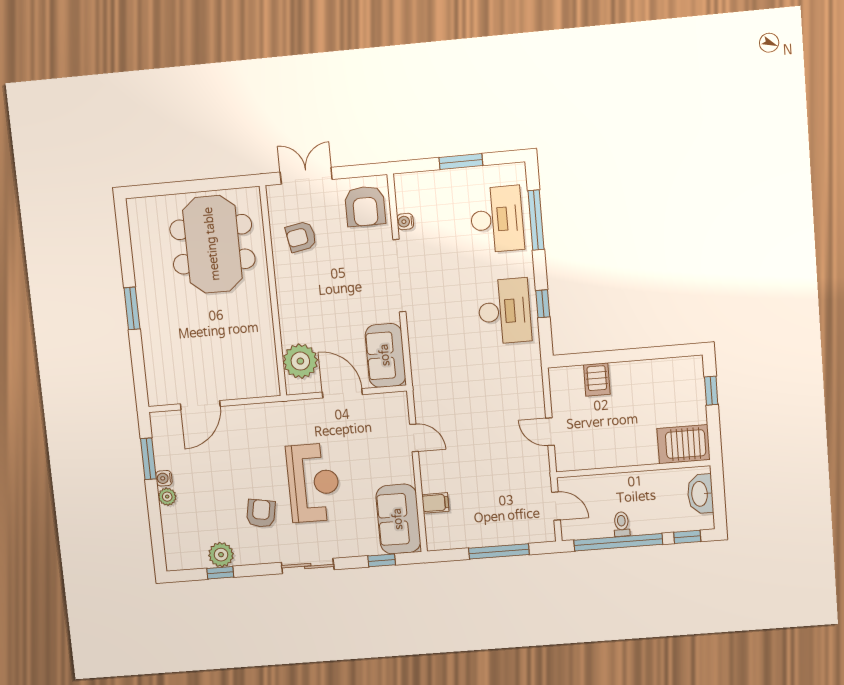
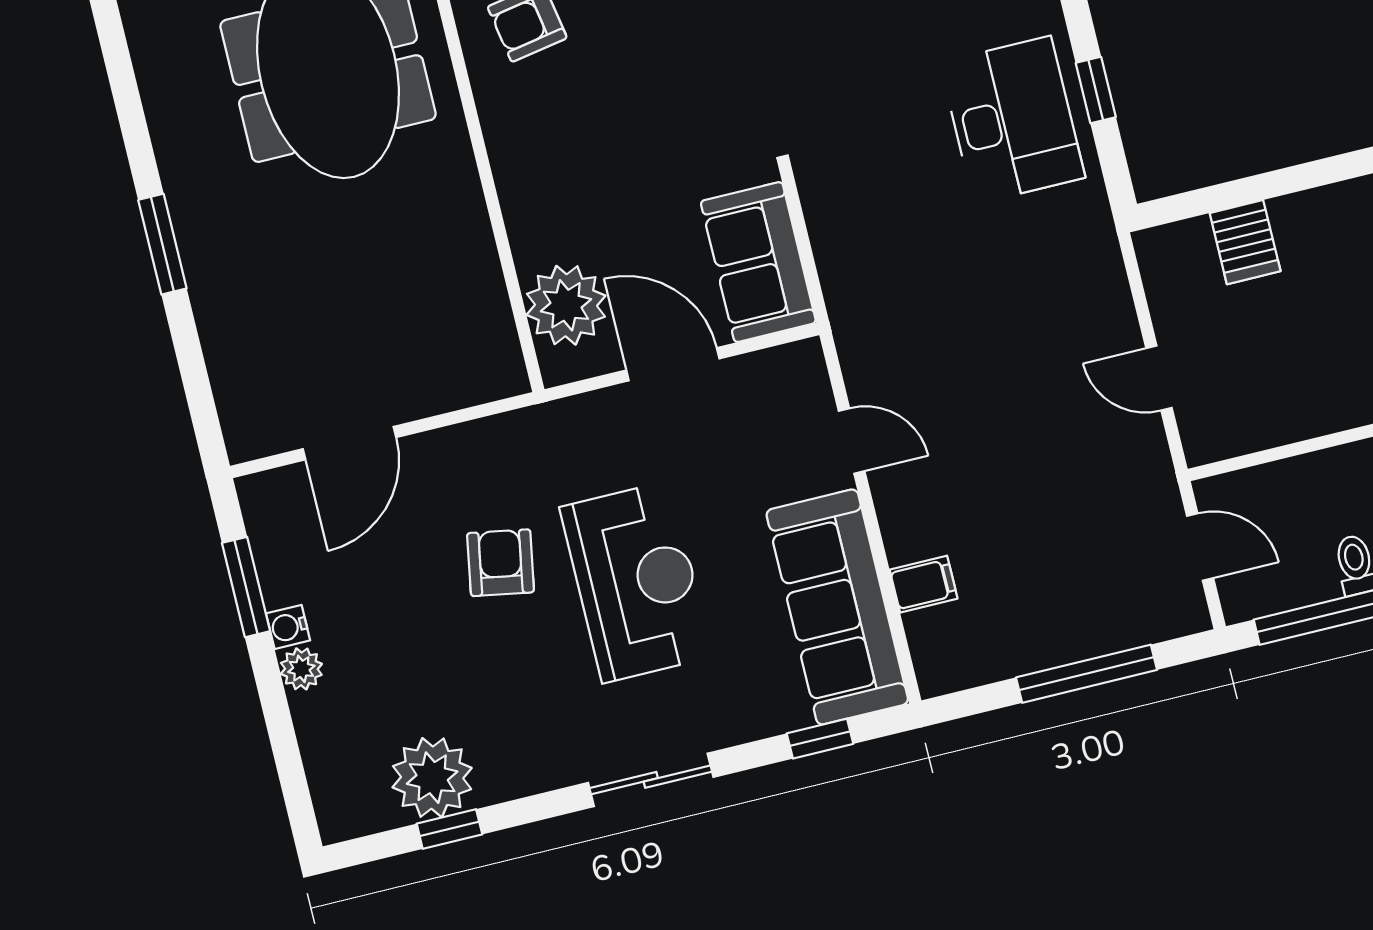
armchair: (261, 513) -> (501, 563), moved
sofa: (398, 519) -> (837, 607), width x1.36
plant: (221, 555) -> (432, 778), width x1.36, depth x1.36

